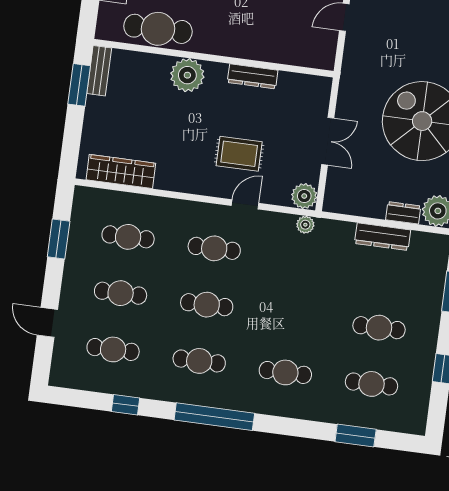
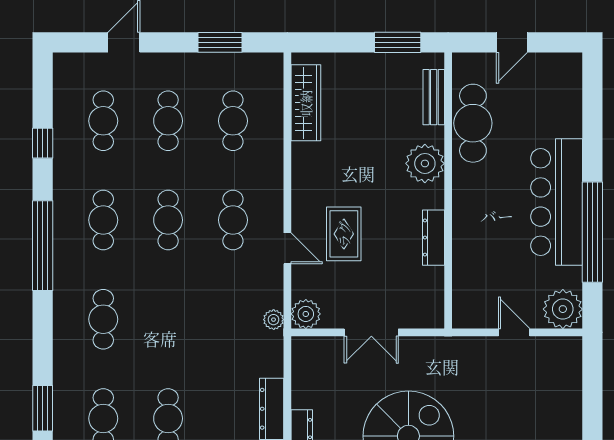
bench: (99, 71) -> (434, 97), moved, turned 90

